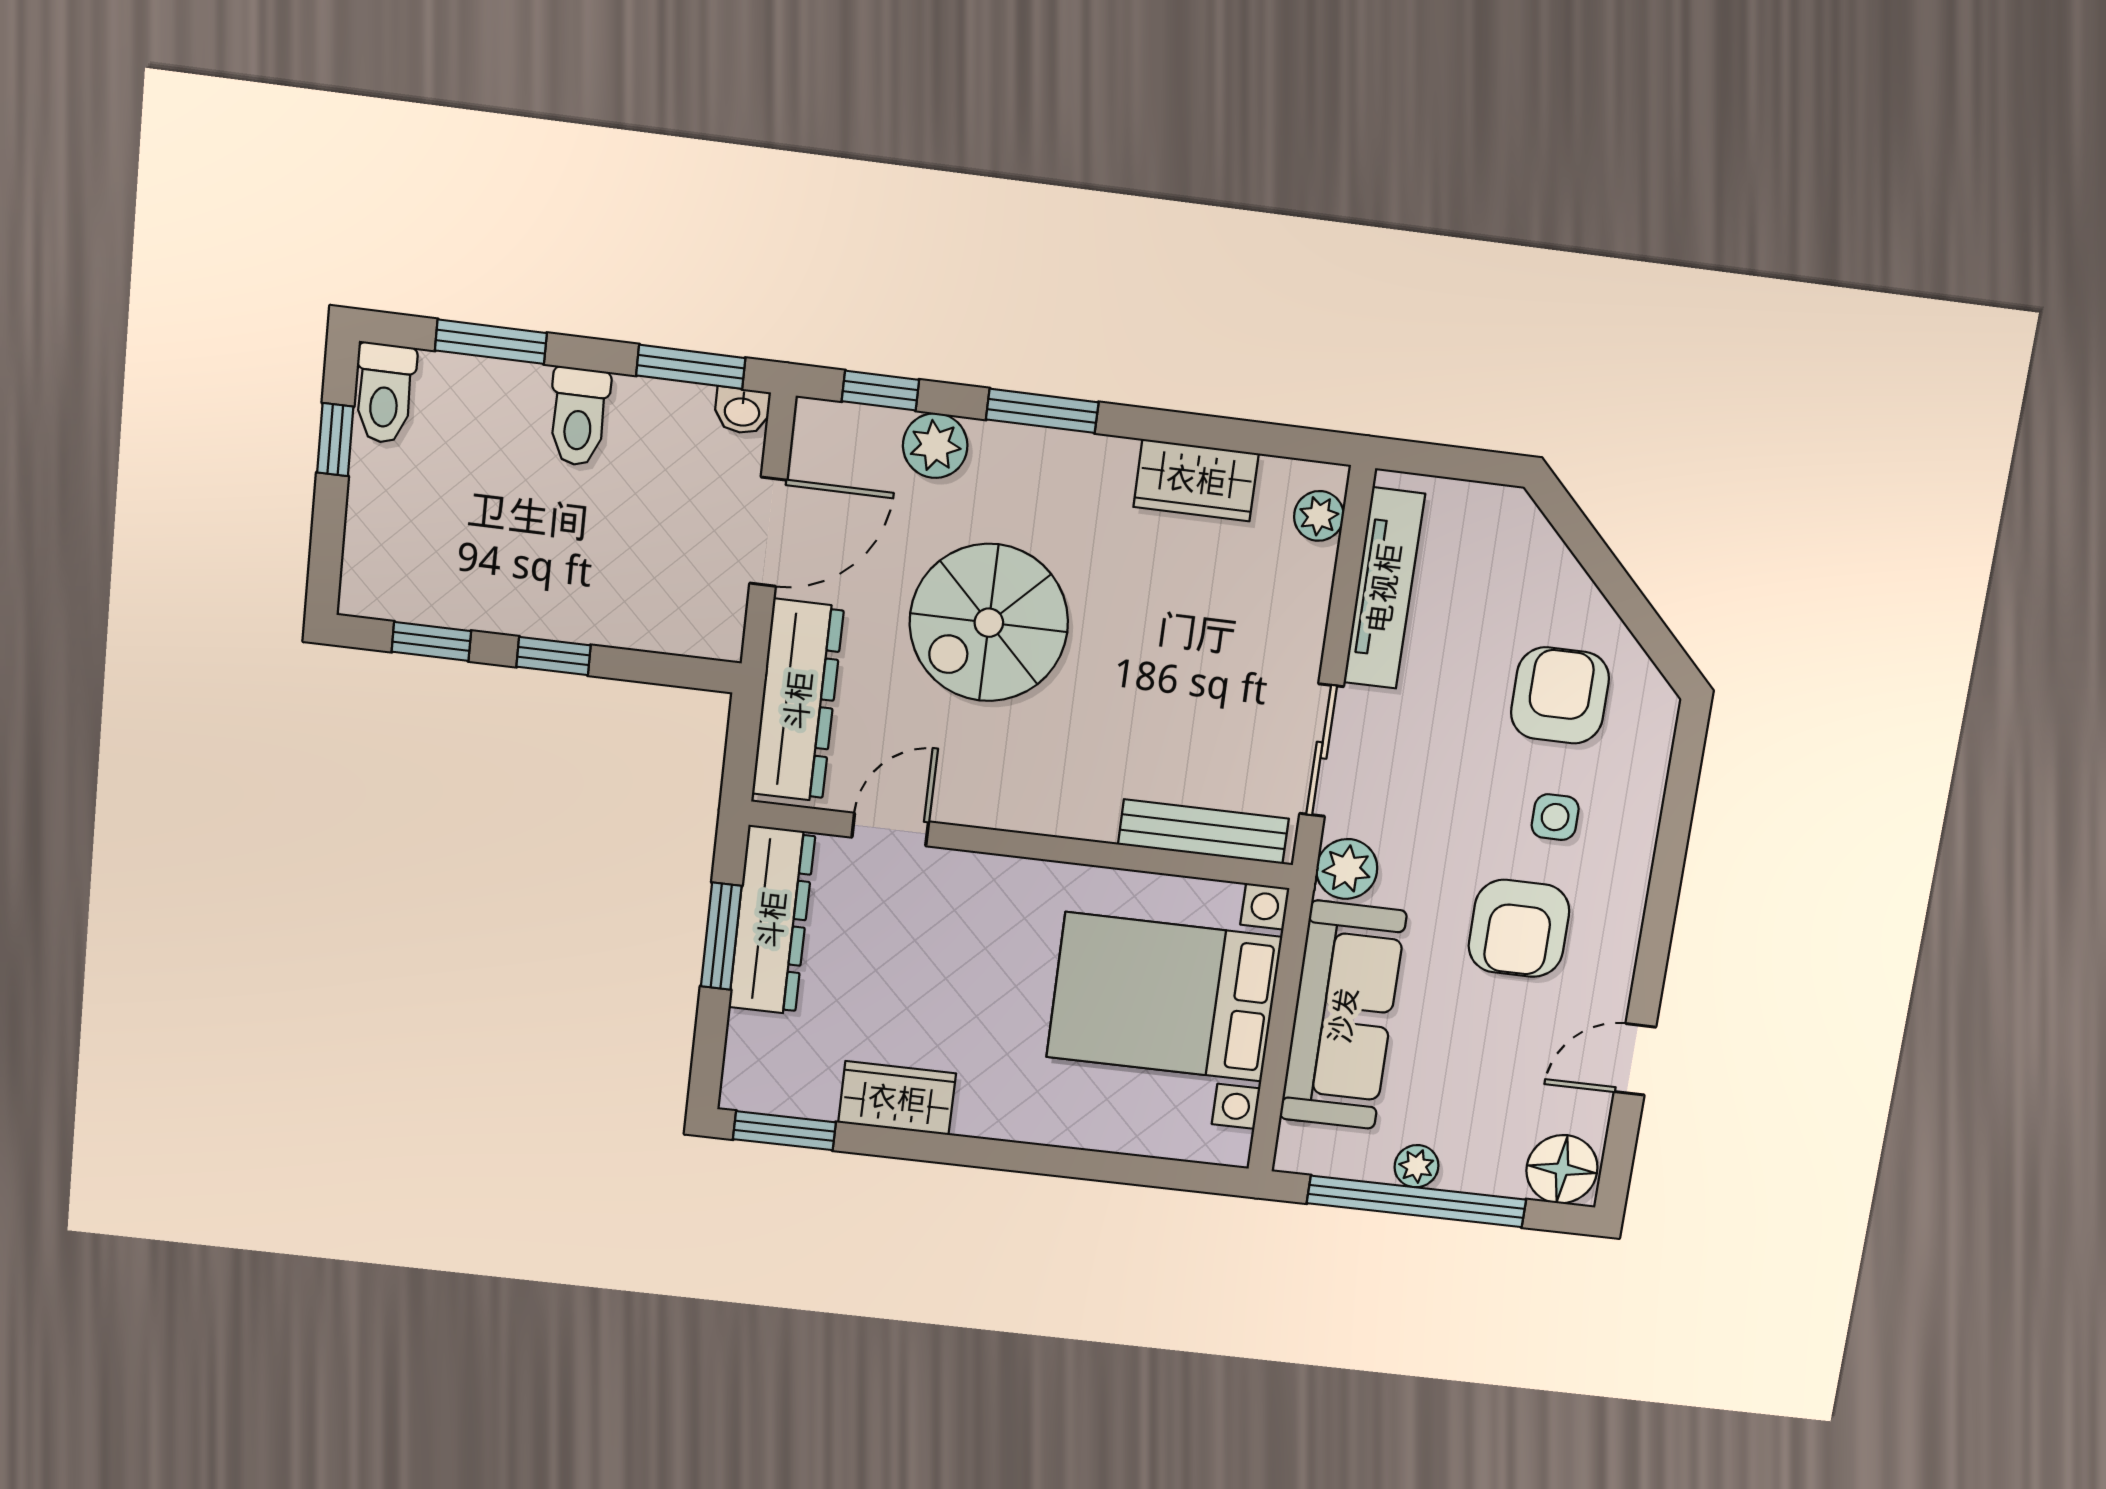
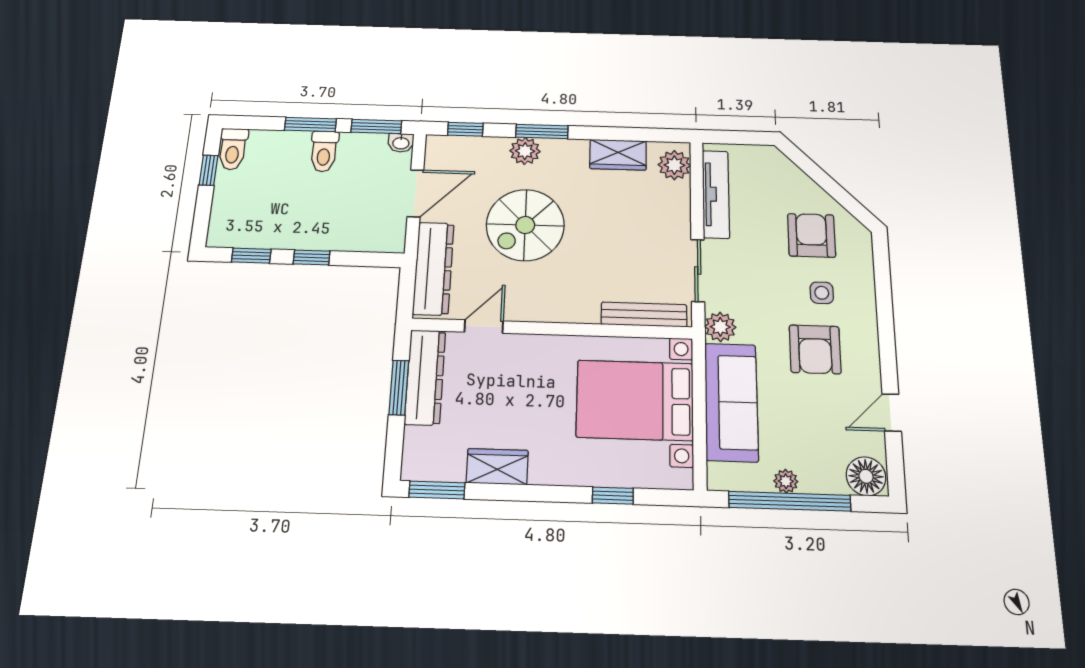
window: (491, 342) -> (310, 125), moved
plant: (935, 446) -> (525, 151), moved
plant: (1319, 516) -> (674, 165), width x1.38, depth x1.38
window: (1102, 1166) -> (613, 496), added

